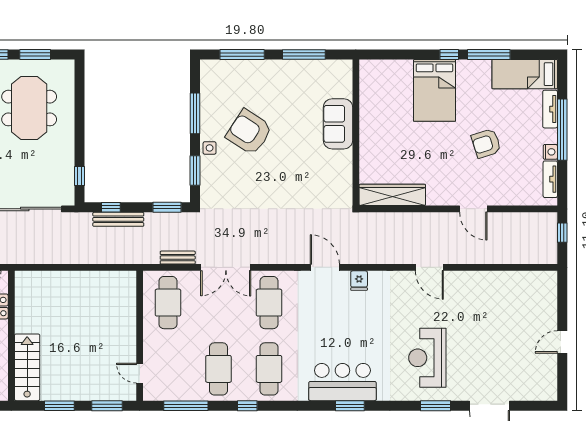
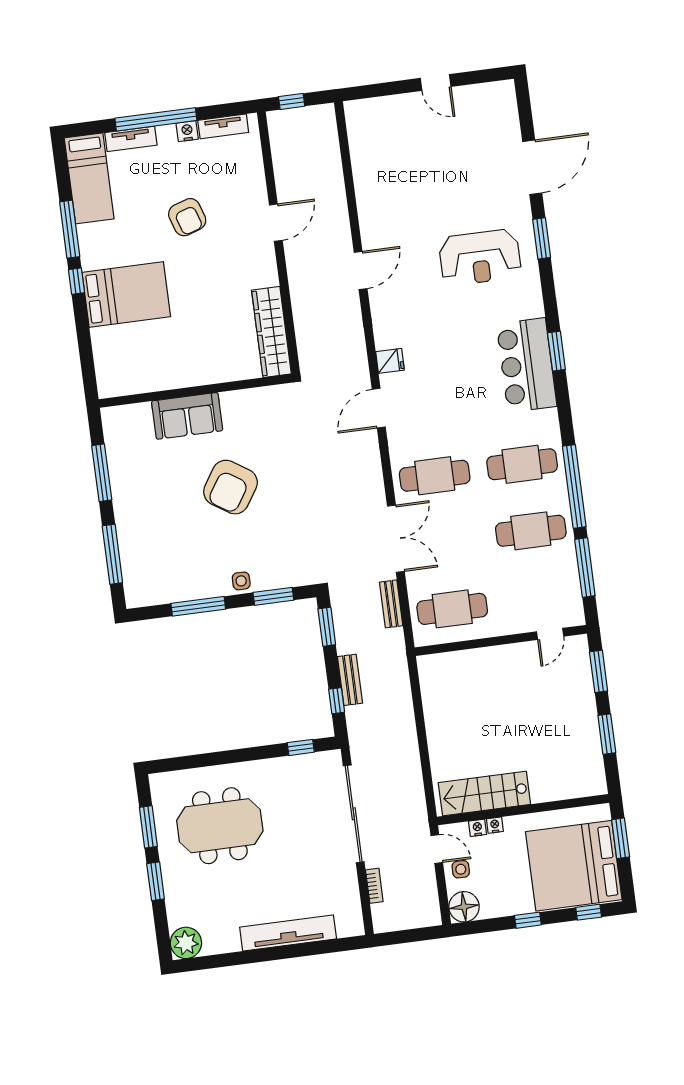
armchair: (249, 132) -> (230, 487), moved
bench: (118, 219) -> (350, 680), width x0.73
stairs: (27, 367) -> (484, 794), moved
window: (247, 406) -> (574, 486), width x3.17

